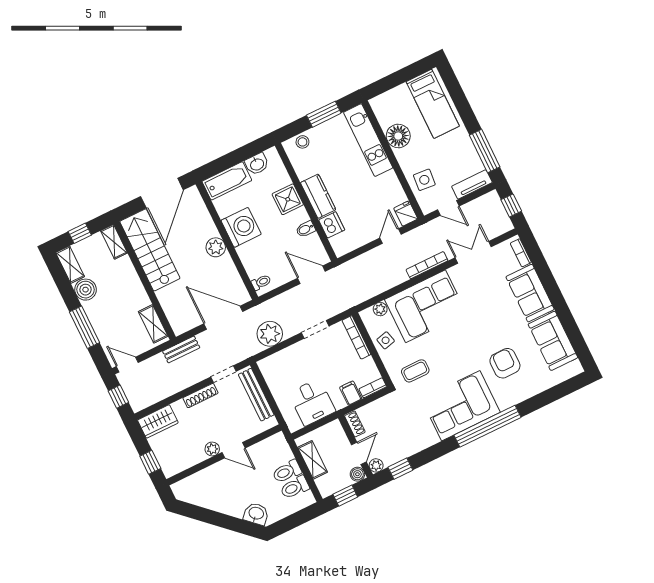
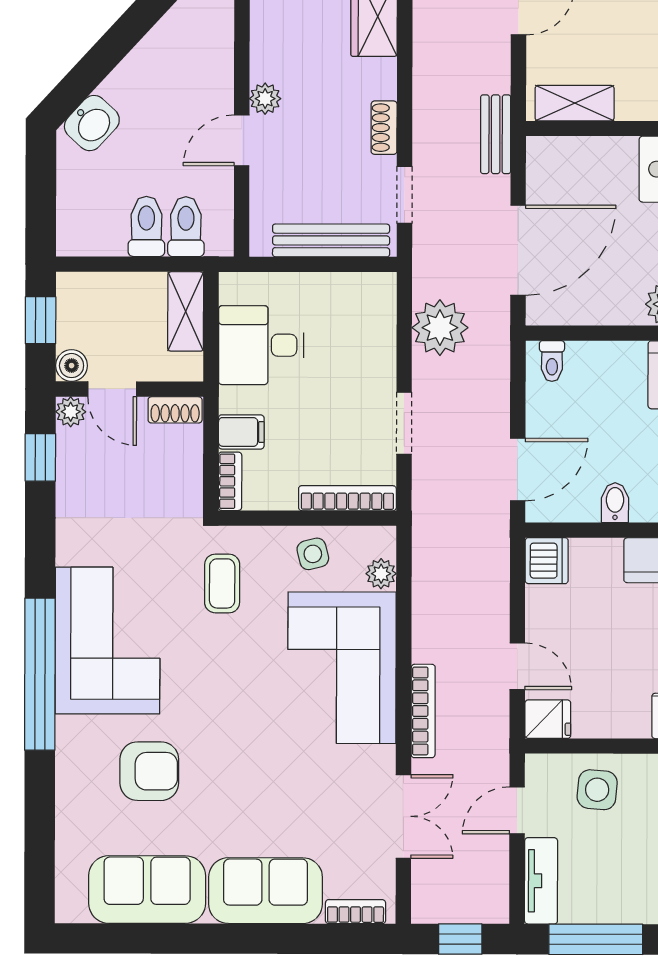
dishwasher: (332, 225) -> (547, 561), moved, turned -90
shoe rack: (200, 396) -> (384, 128), width x0.70
shelving: (313, 460) -> (186, 311), moved, turned 90
toilet: (295, 487) -> (186, 227), moved

